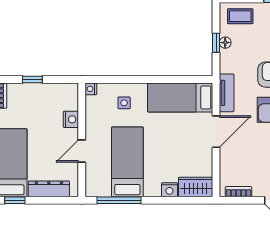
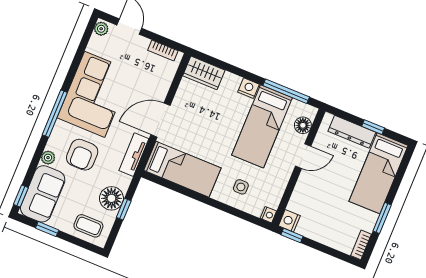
floor lamp: (225, 43) -> (111, 198), width x1.89, depth x1.89
window: (32, 79) -> (292, 236), moved
nightstand: (71, 119) -> (289, 221), moved
floor lamp: (93, 177) -> (303, 125), added
nightstand: (169, 190) -> (248, 88), moved
window: (15, 200) -> (373, 127), moved

